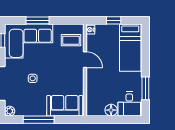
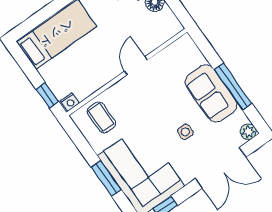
window: (114, 20) -> (47, 95), moved
door: (85, 60) -> (136, 66), moved
sofa: (65, 106) -> (211, 93), moved

